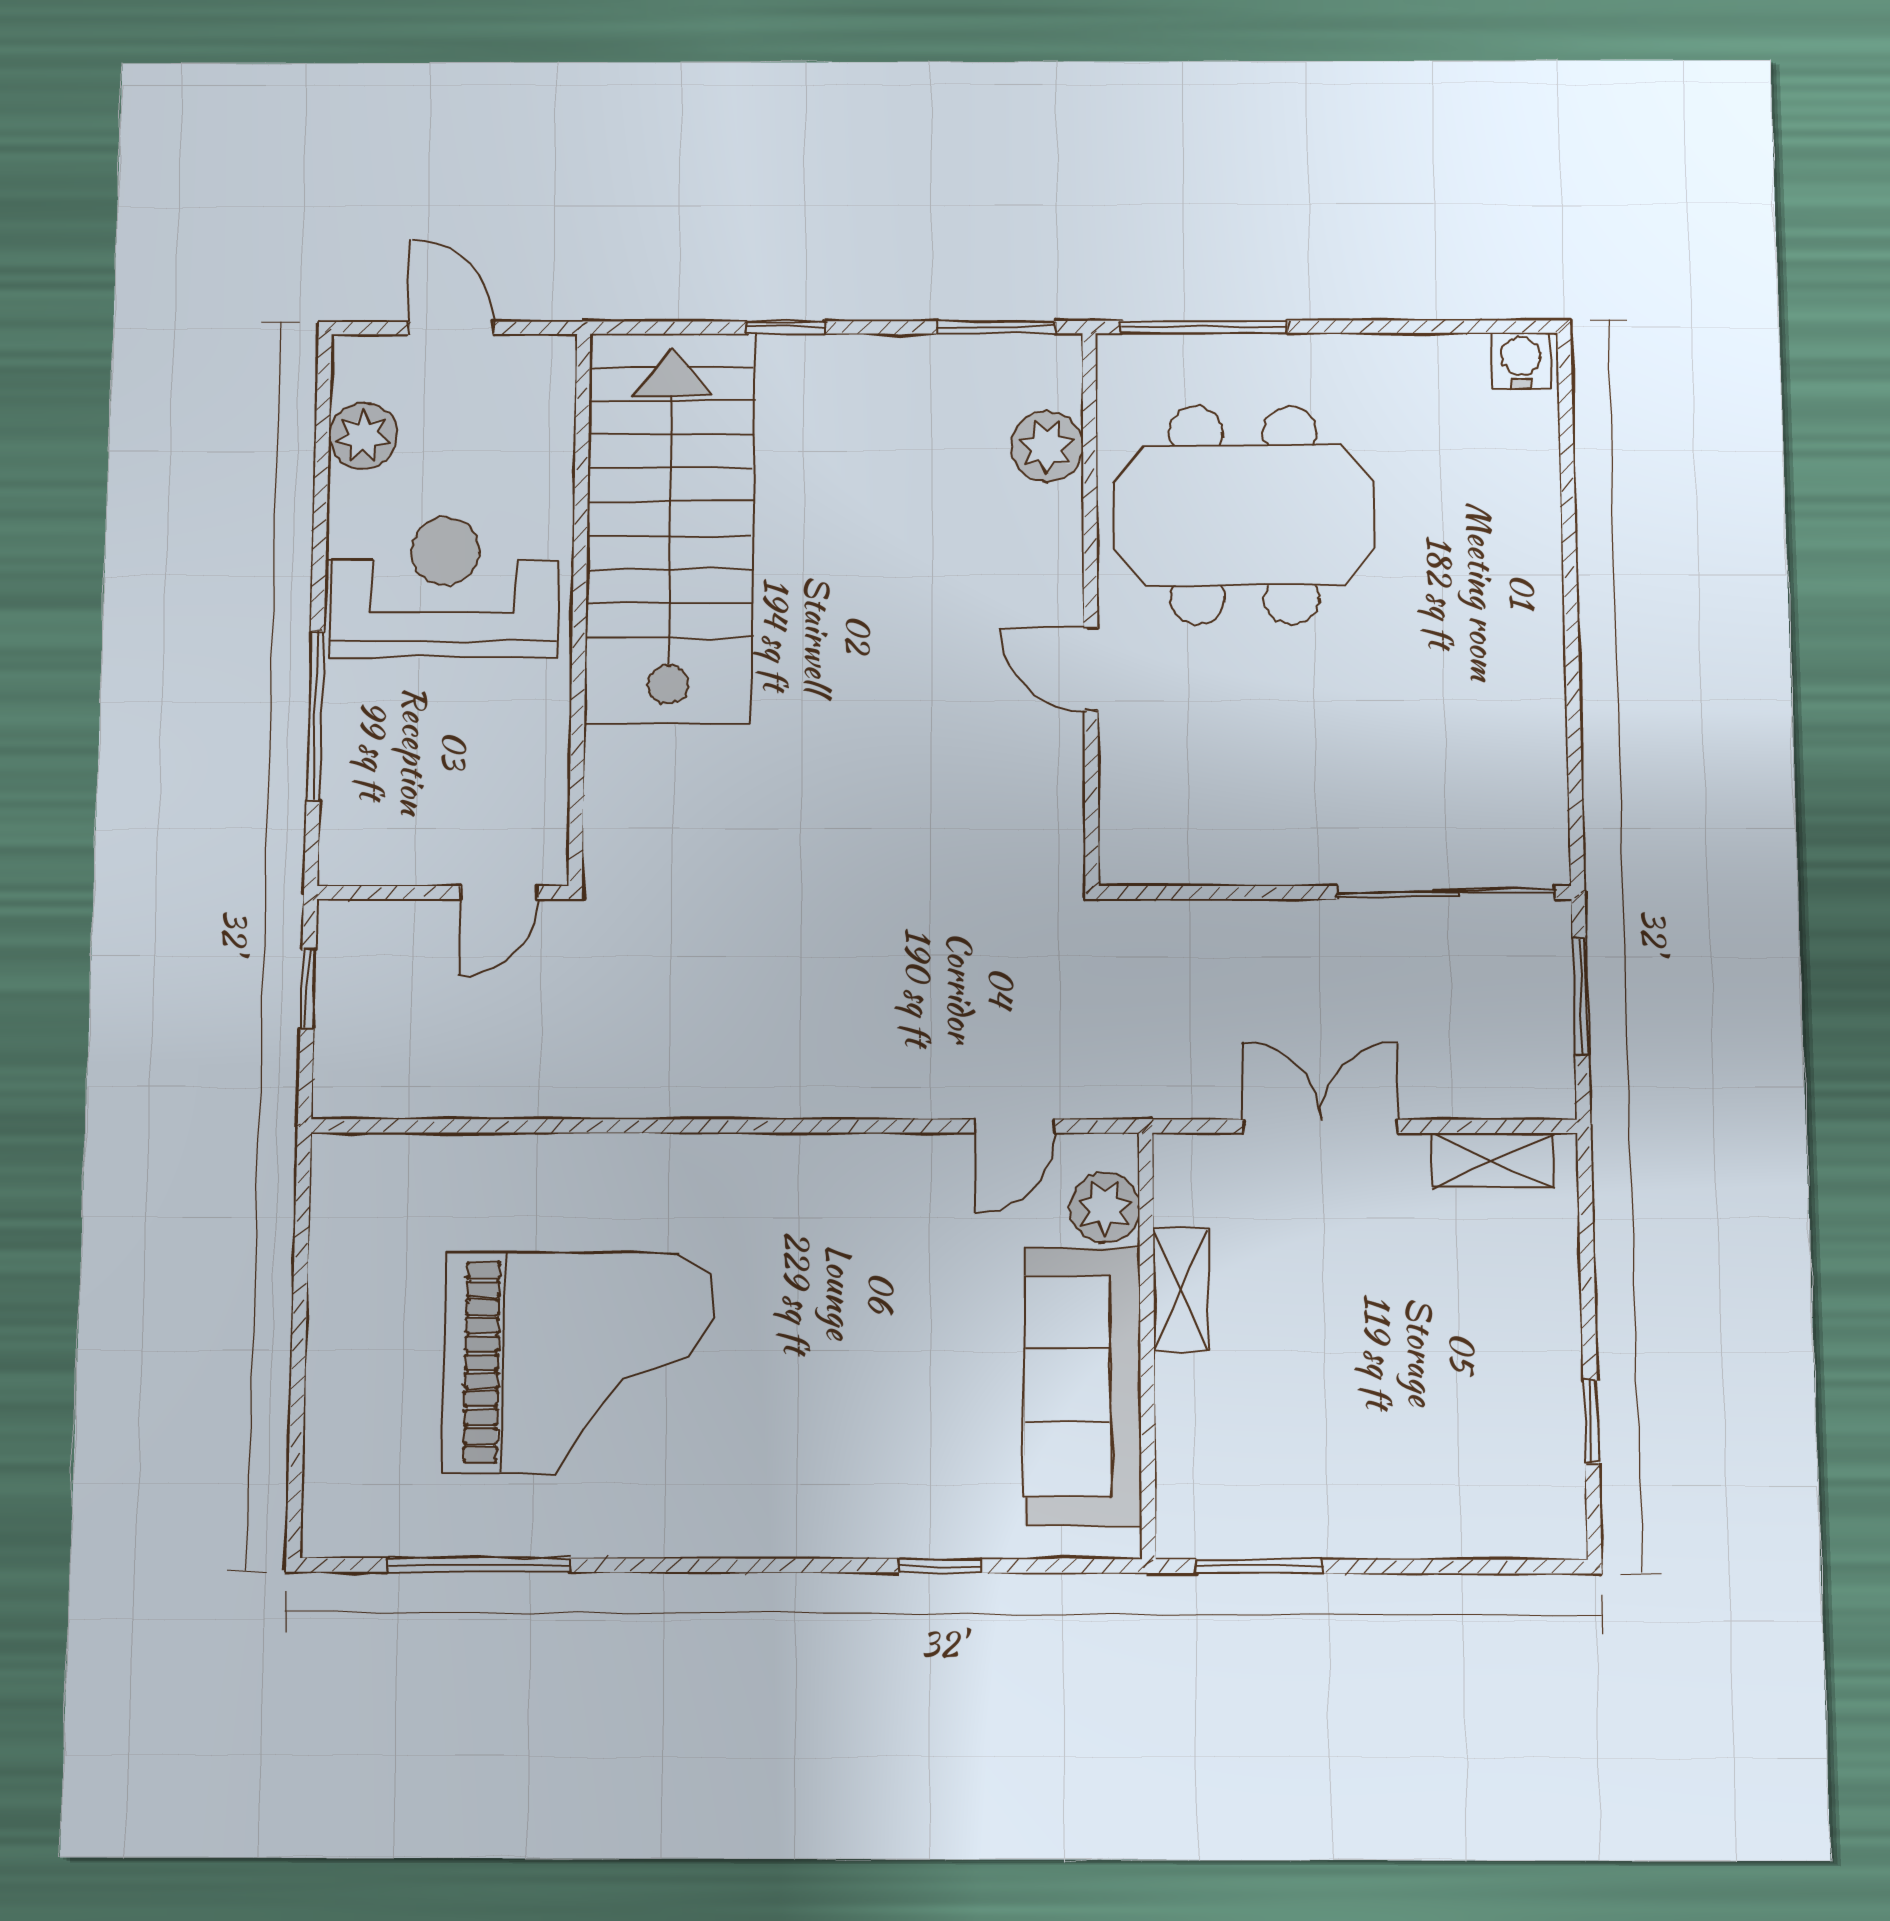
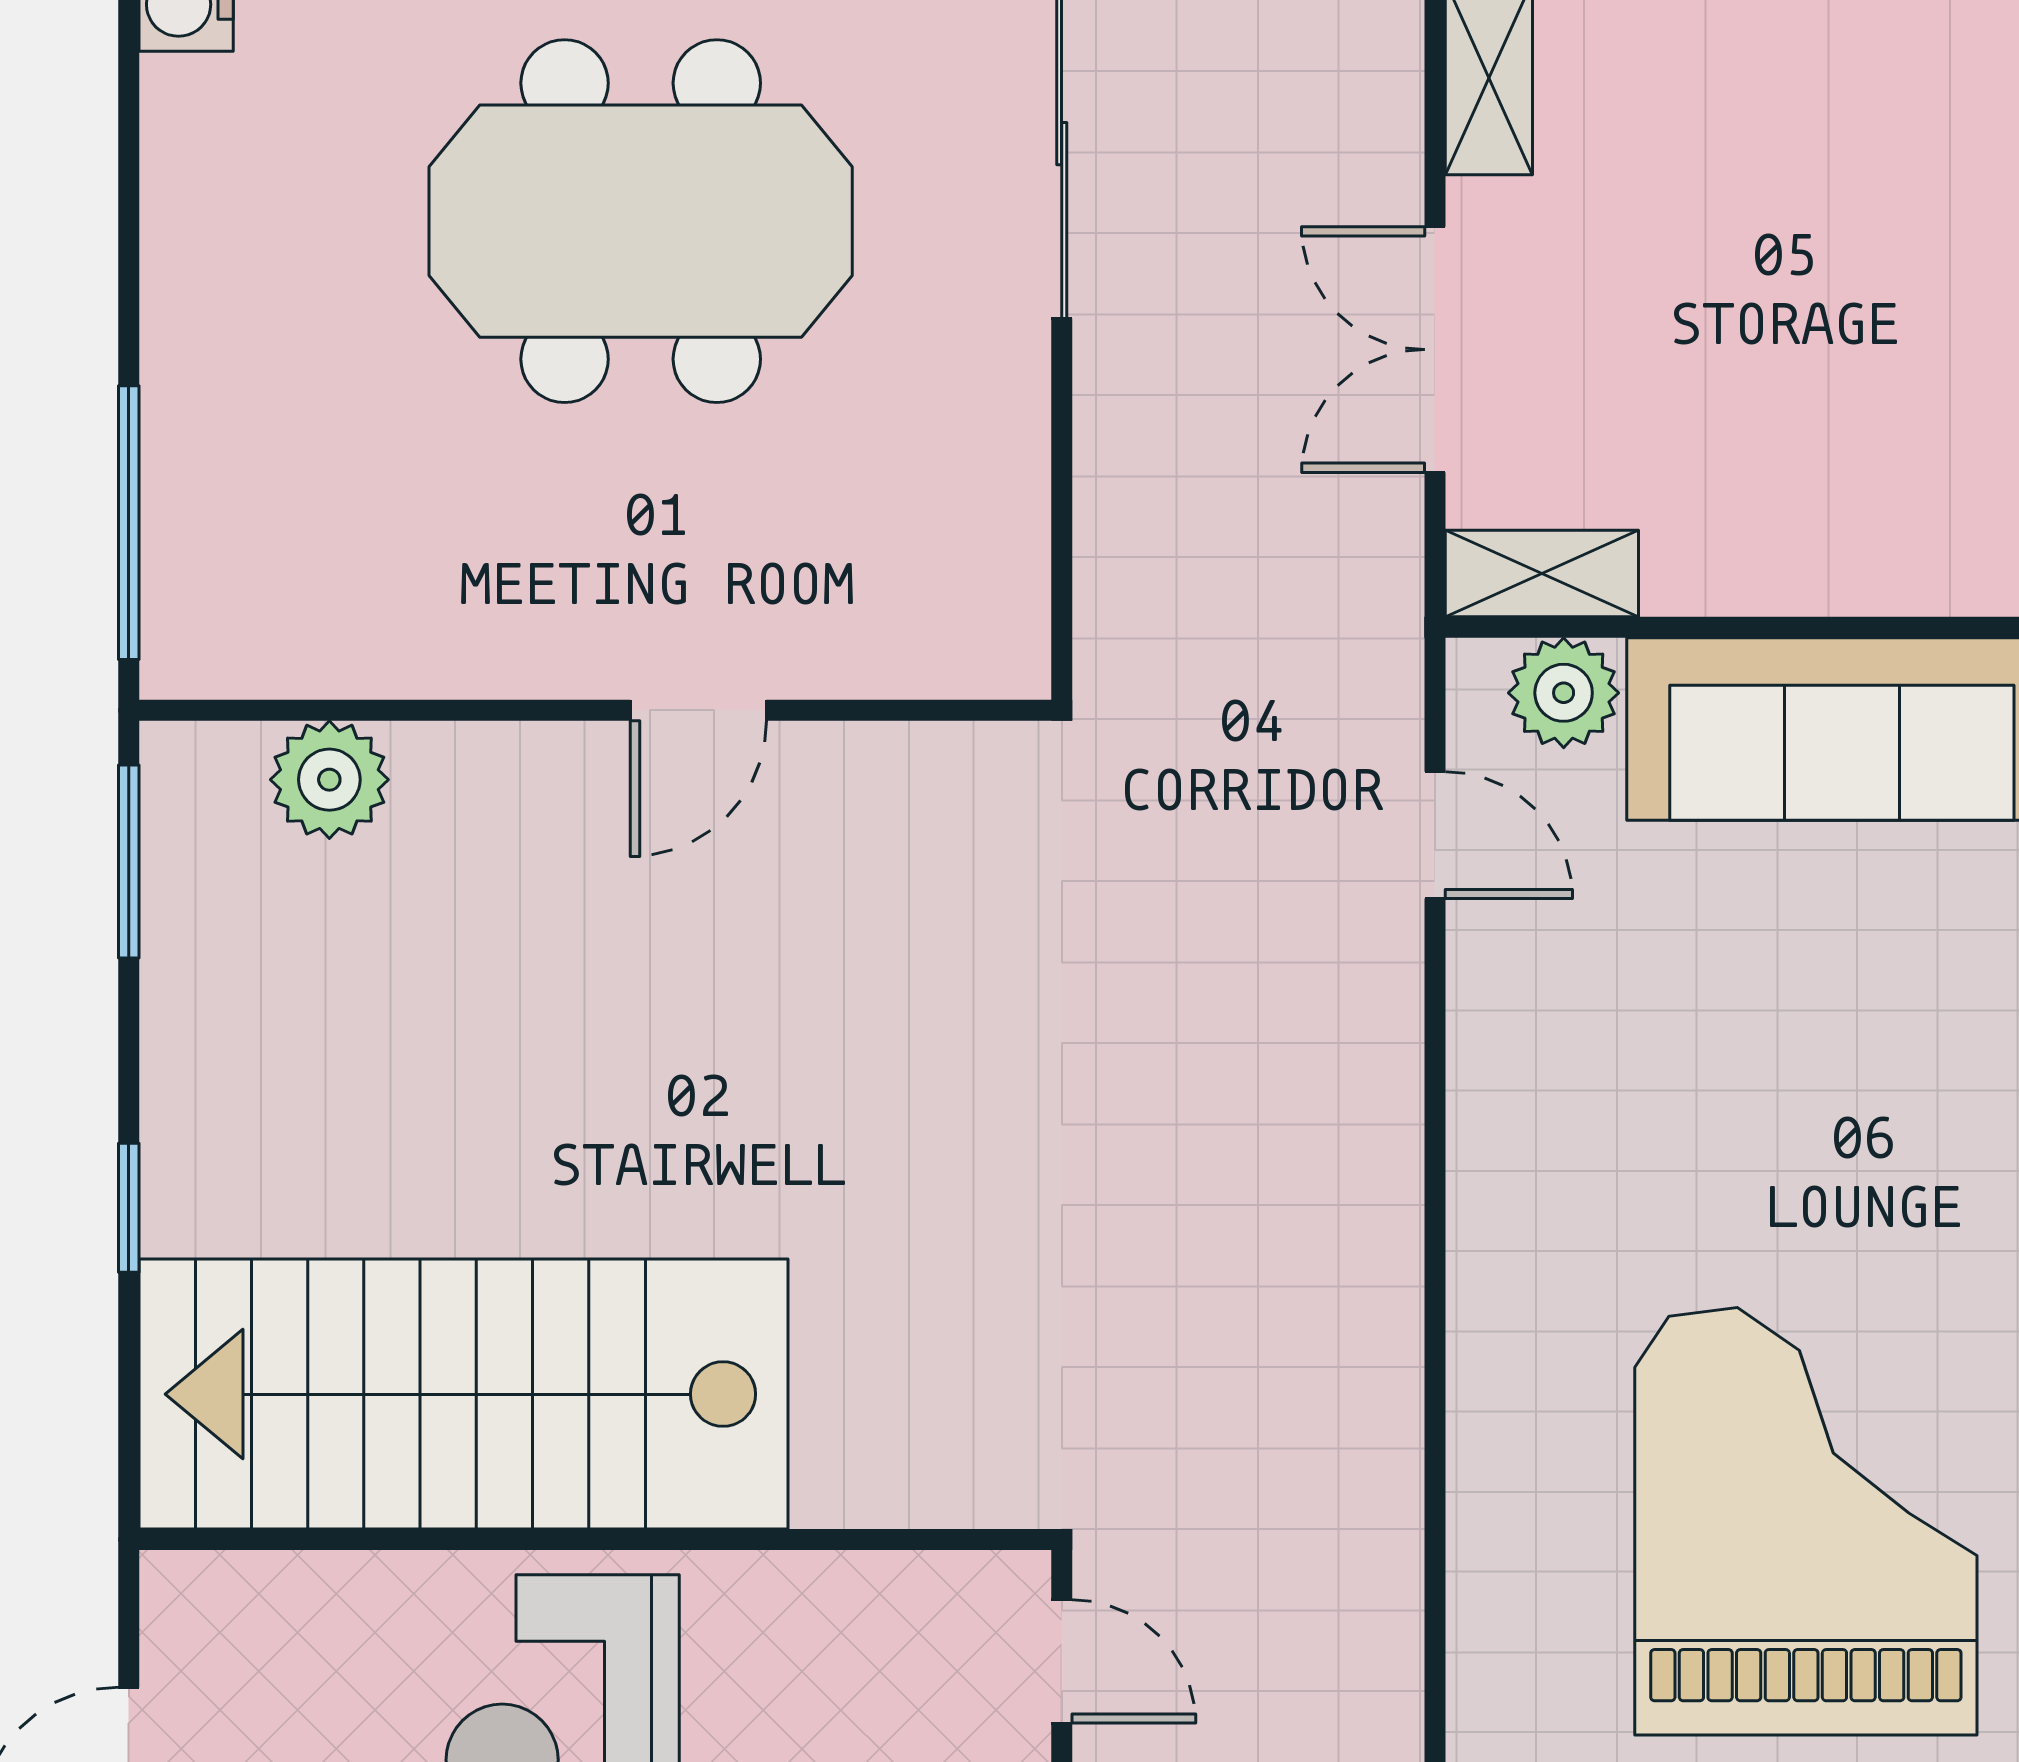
meeting table: (1244, 515) -> (641, 221), moved, turned 90
shelving: (1181, 1289) -> (1542, 573), moved

